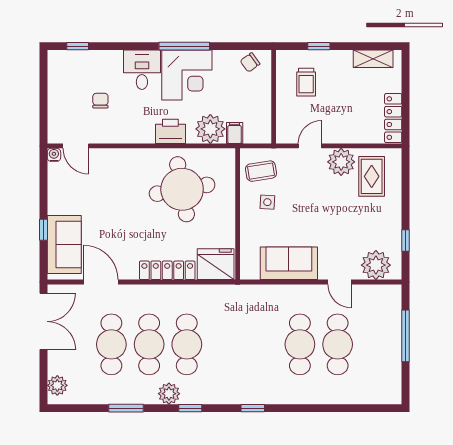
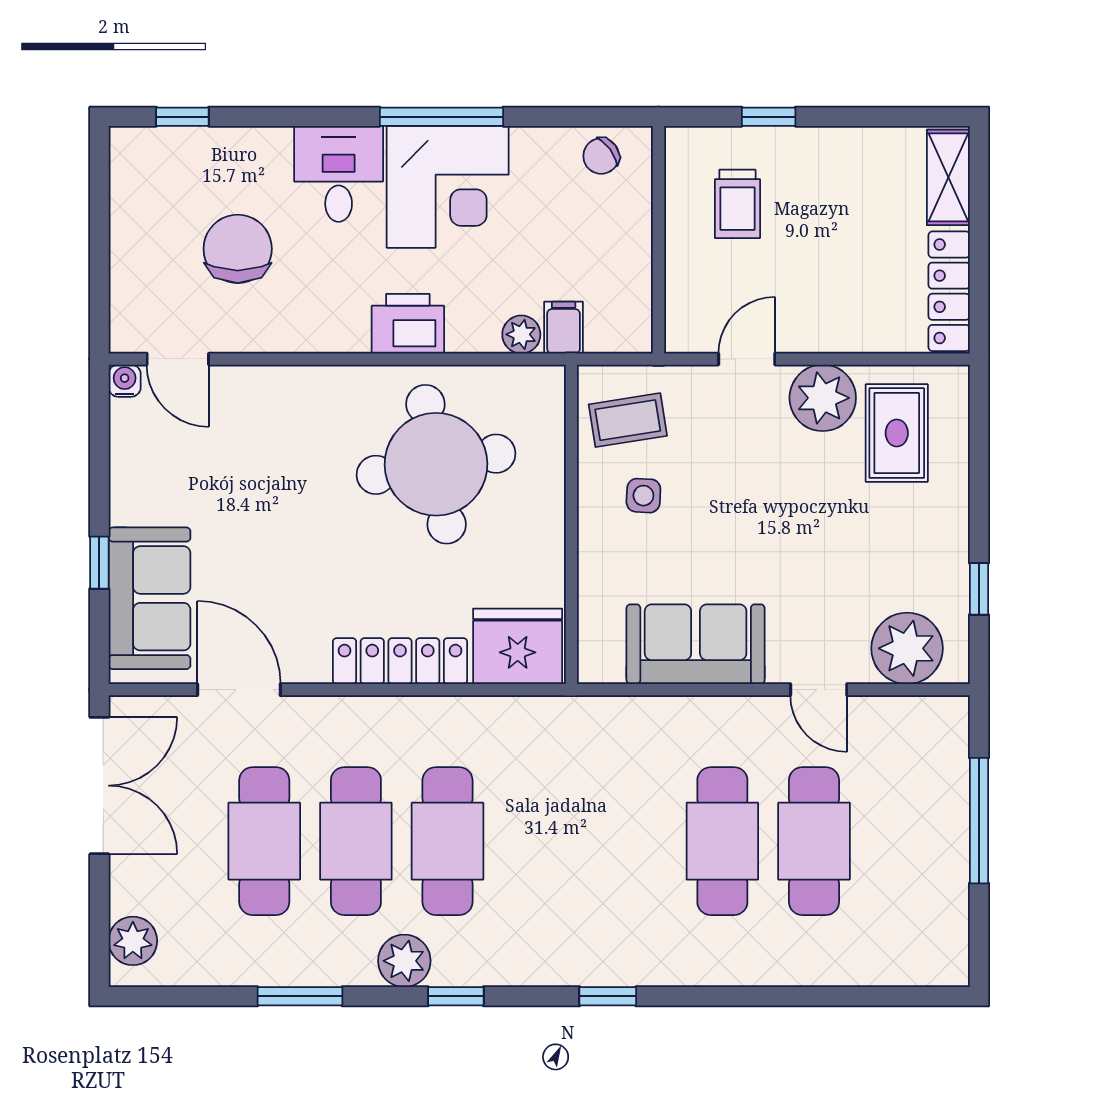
shelving: (373, 59) -> (948, 177), moved, turned 90
chair: (100, 101) -> (238, 249), width x1.87, depth x1.87
plant: (210, 129) -> (521, 334), width x0.53, depth x0.53

